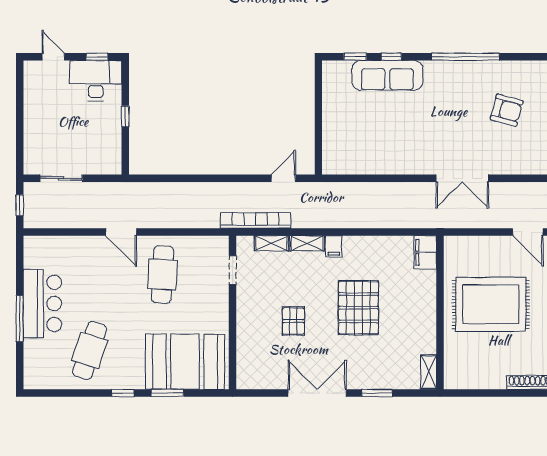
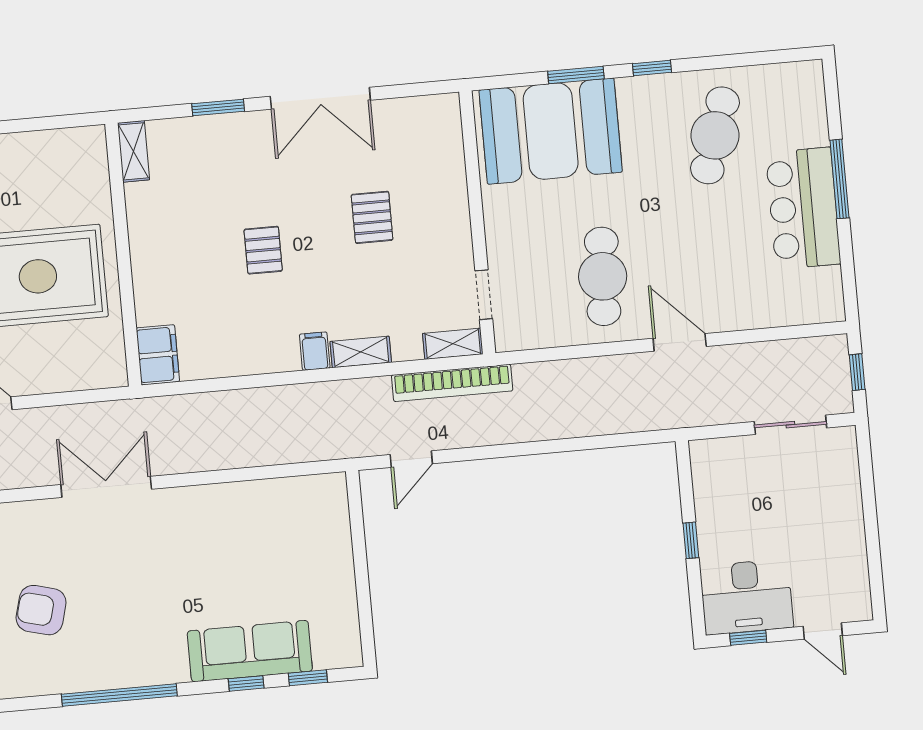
shelving: (271, 243) -> (453, 344), moved
pallet: (358, 308) -> (263, 250), width x0.49, depth x0.50

